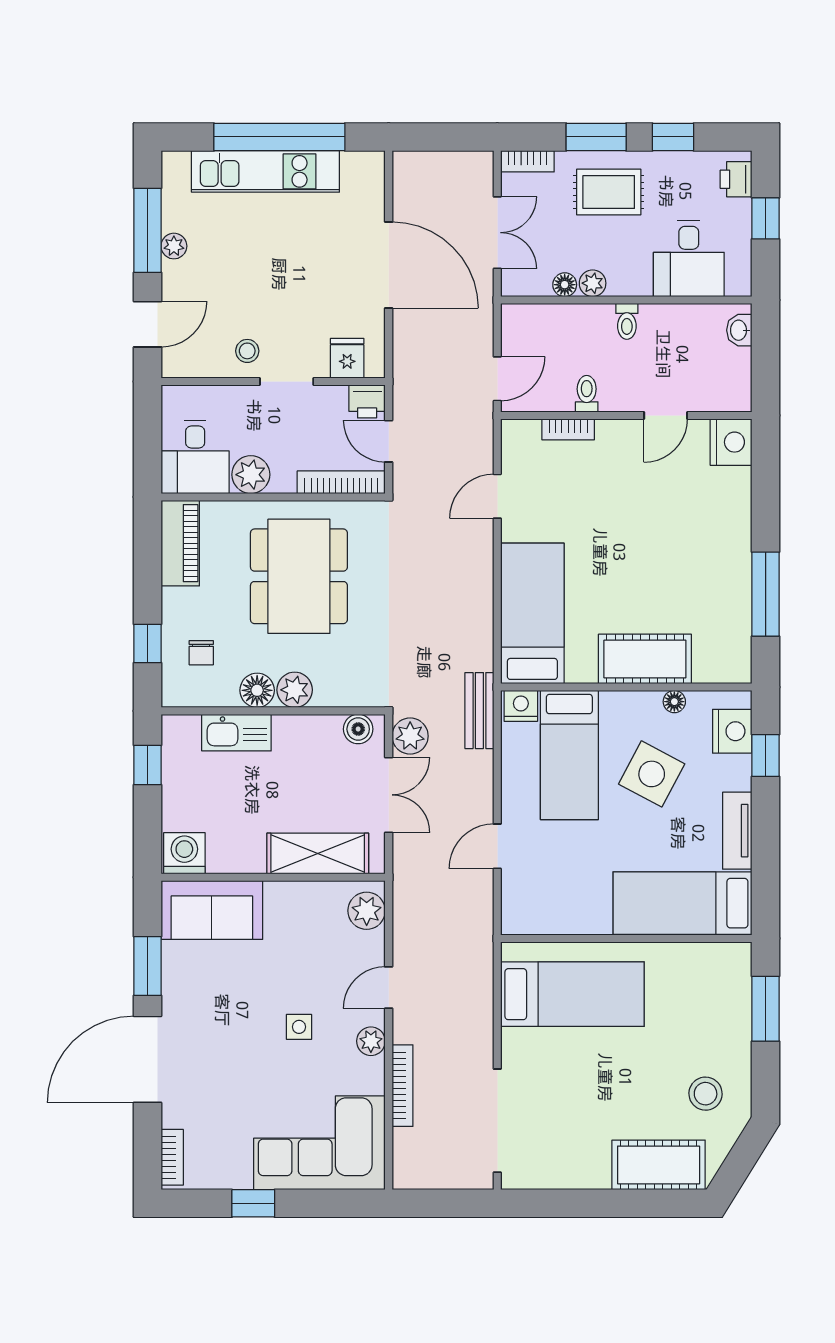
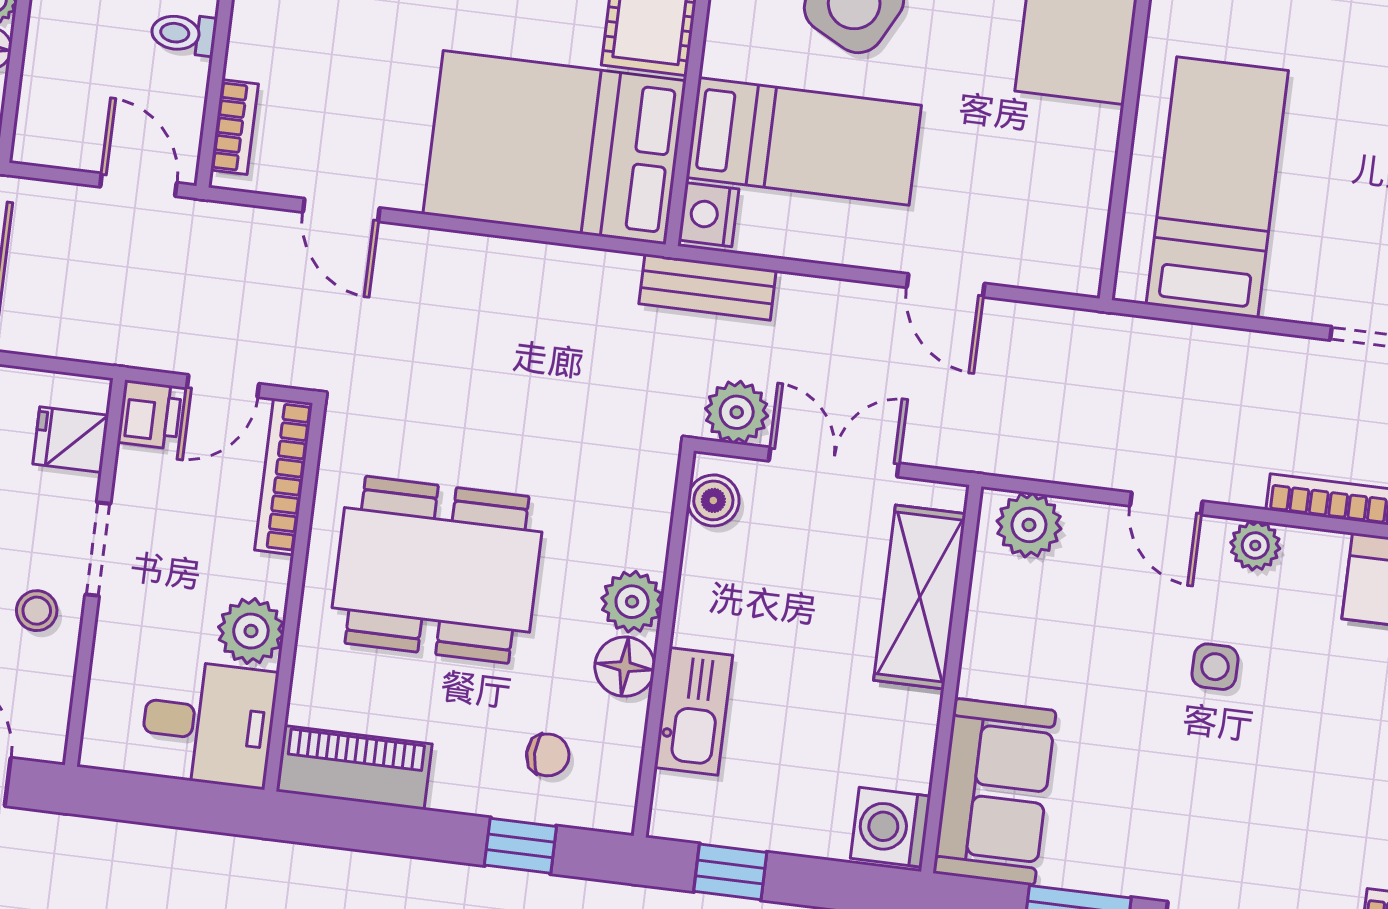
bookcase: (568, 429) -> (234, 127), moved
bed: (532, 613) -> (555, 147), width x1.50

